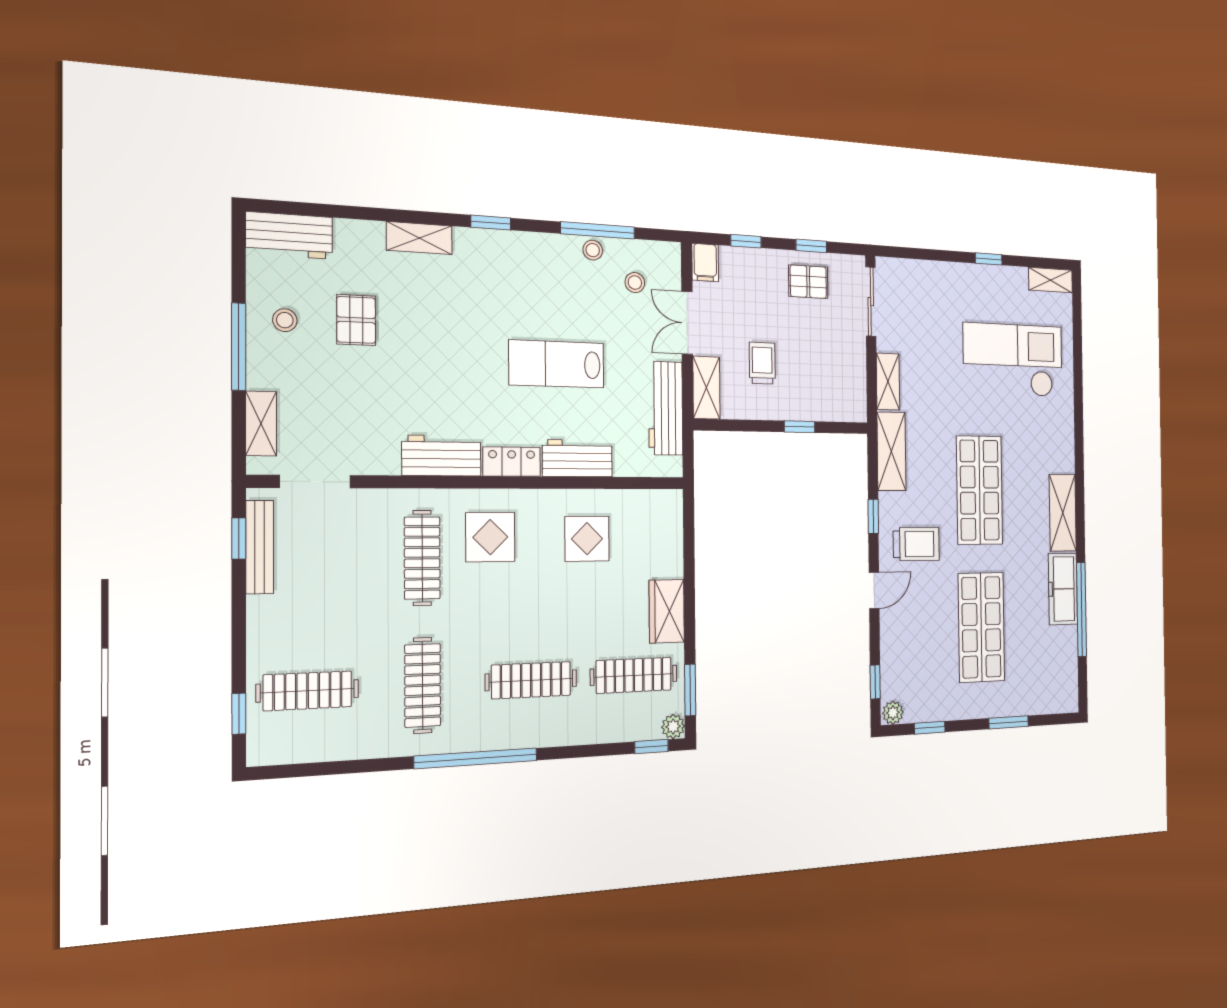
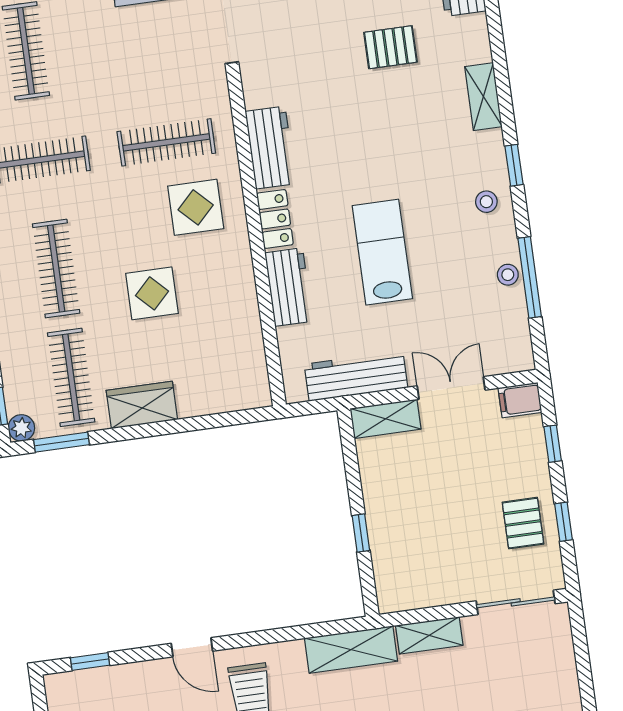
stool: (635, 283) -> (486, 202), moved
trolley: (762, 363) -> (423, 480), removed
window: (873, 516) -> (275, 636), removed
display table: (587, 539) -> (152, 293), moved
plant: (893, 713) -> (58, 688), removed

